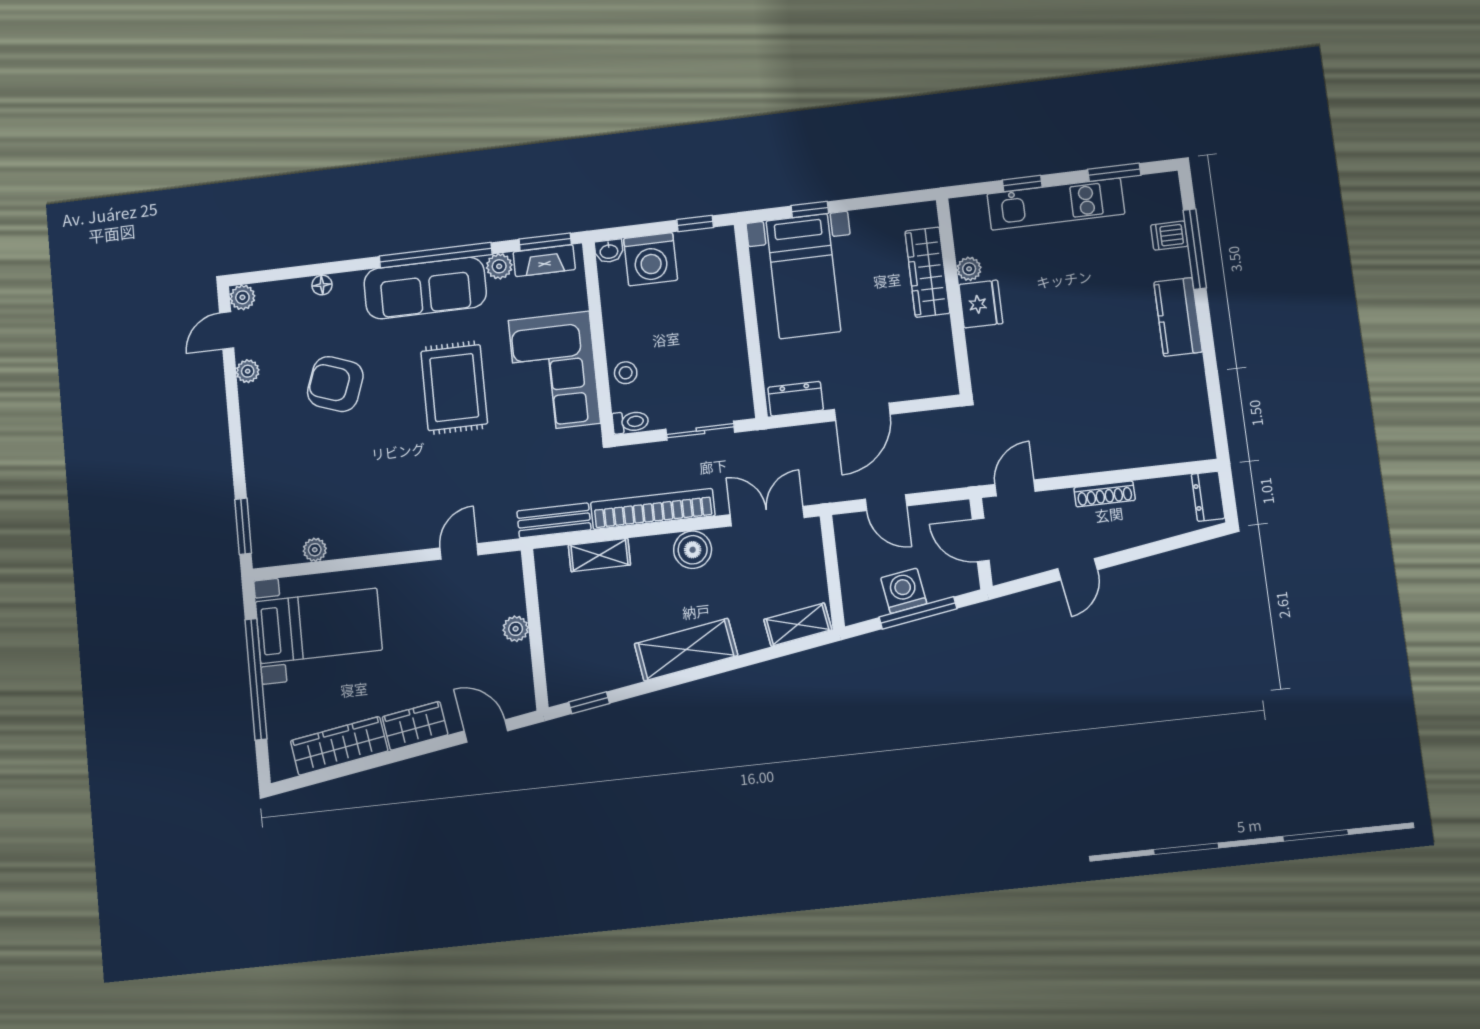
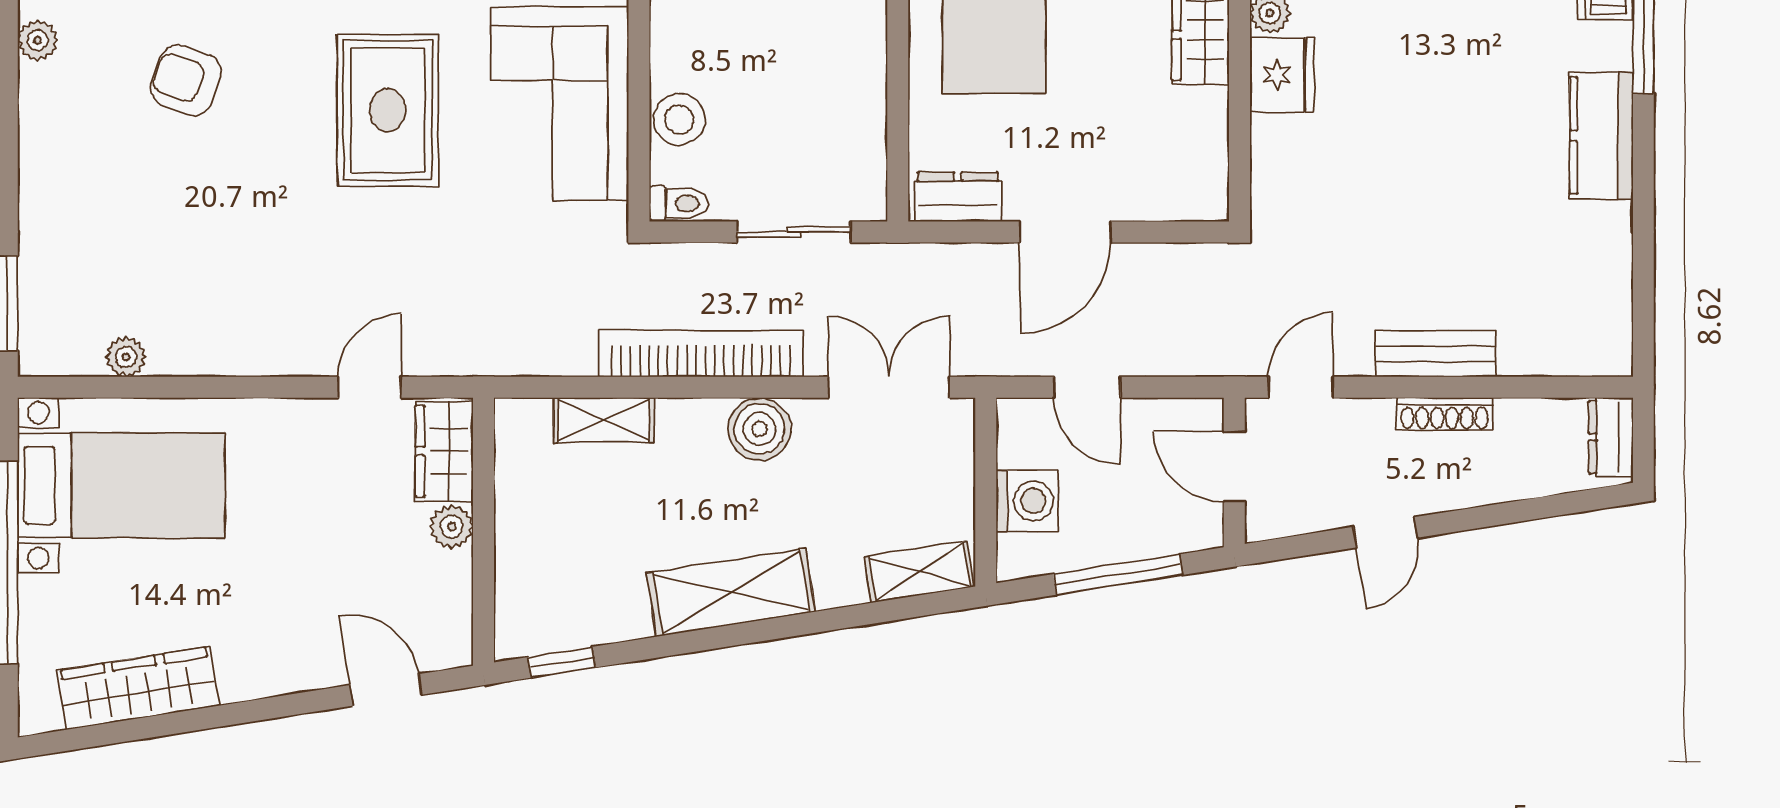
stool: (626, 373) -> (679, 119), width x1.37, depth x1.37
armchair: (335, 384) -> (186, 80), width x0.72, depth x0.72
bench: (554, 520) -> (1435, 354), moved
washing machine: (904, 591) -> (1027, 501), moved, turned 99
wardrobe: (415, 726) -> (444, 451), moved, turned -81

